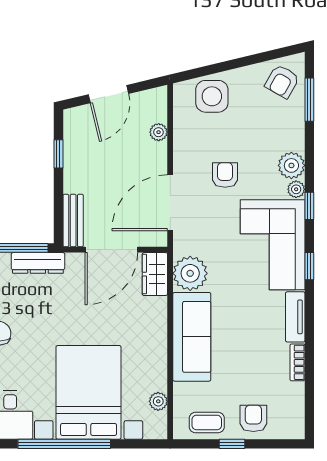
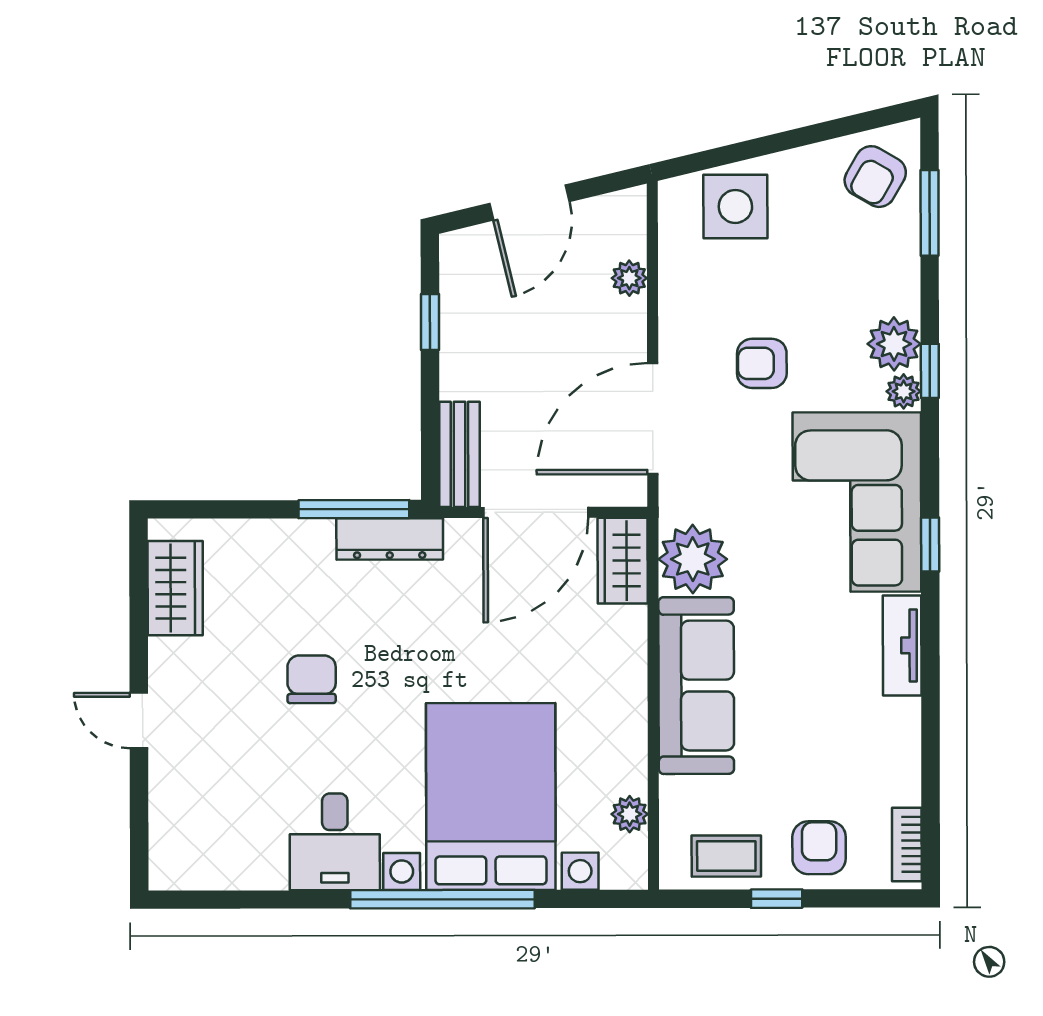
armchair: (225, 175) -> (762, 363), turned -90
window: (309, 206) -> (930, 371), moved
bookcase: (297, 362) -> (907, 844), moved

